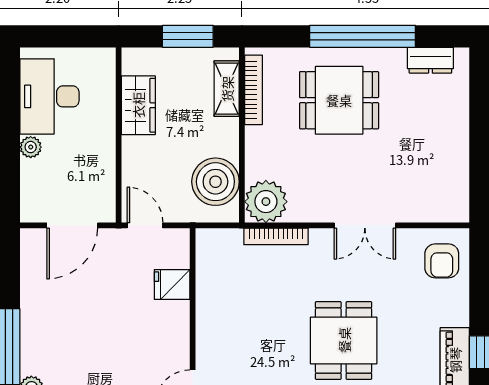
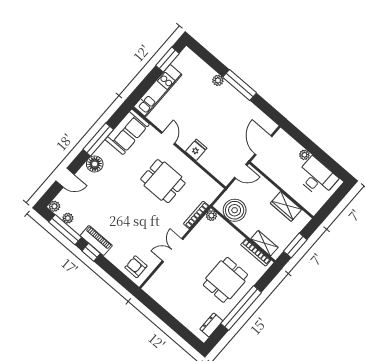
plant: (266, 202) -> (211, 216), width x0.53, depth x0.53
fridge: (172, 284) -> (196, 150), moved
dining table: (344, 340) -> (163, 181), moved

